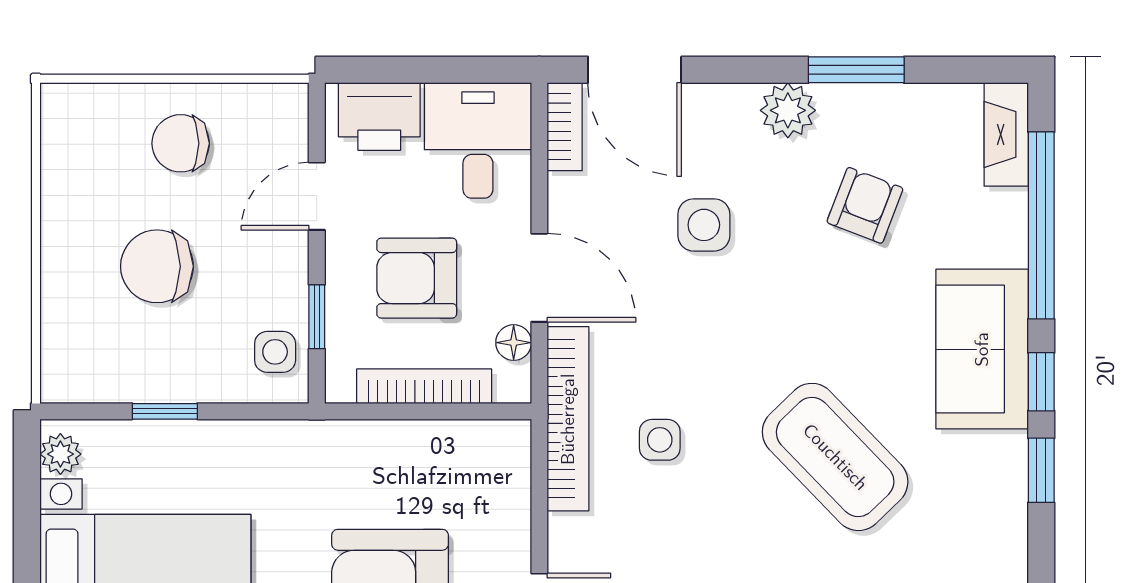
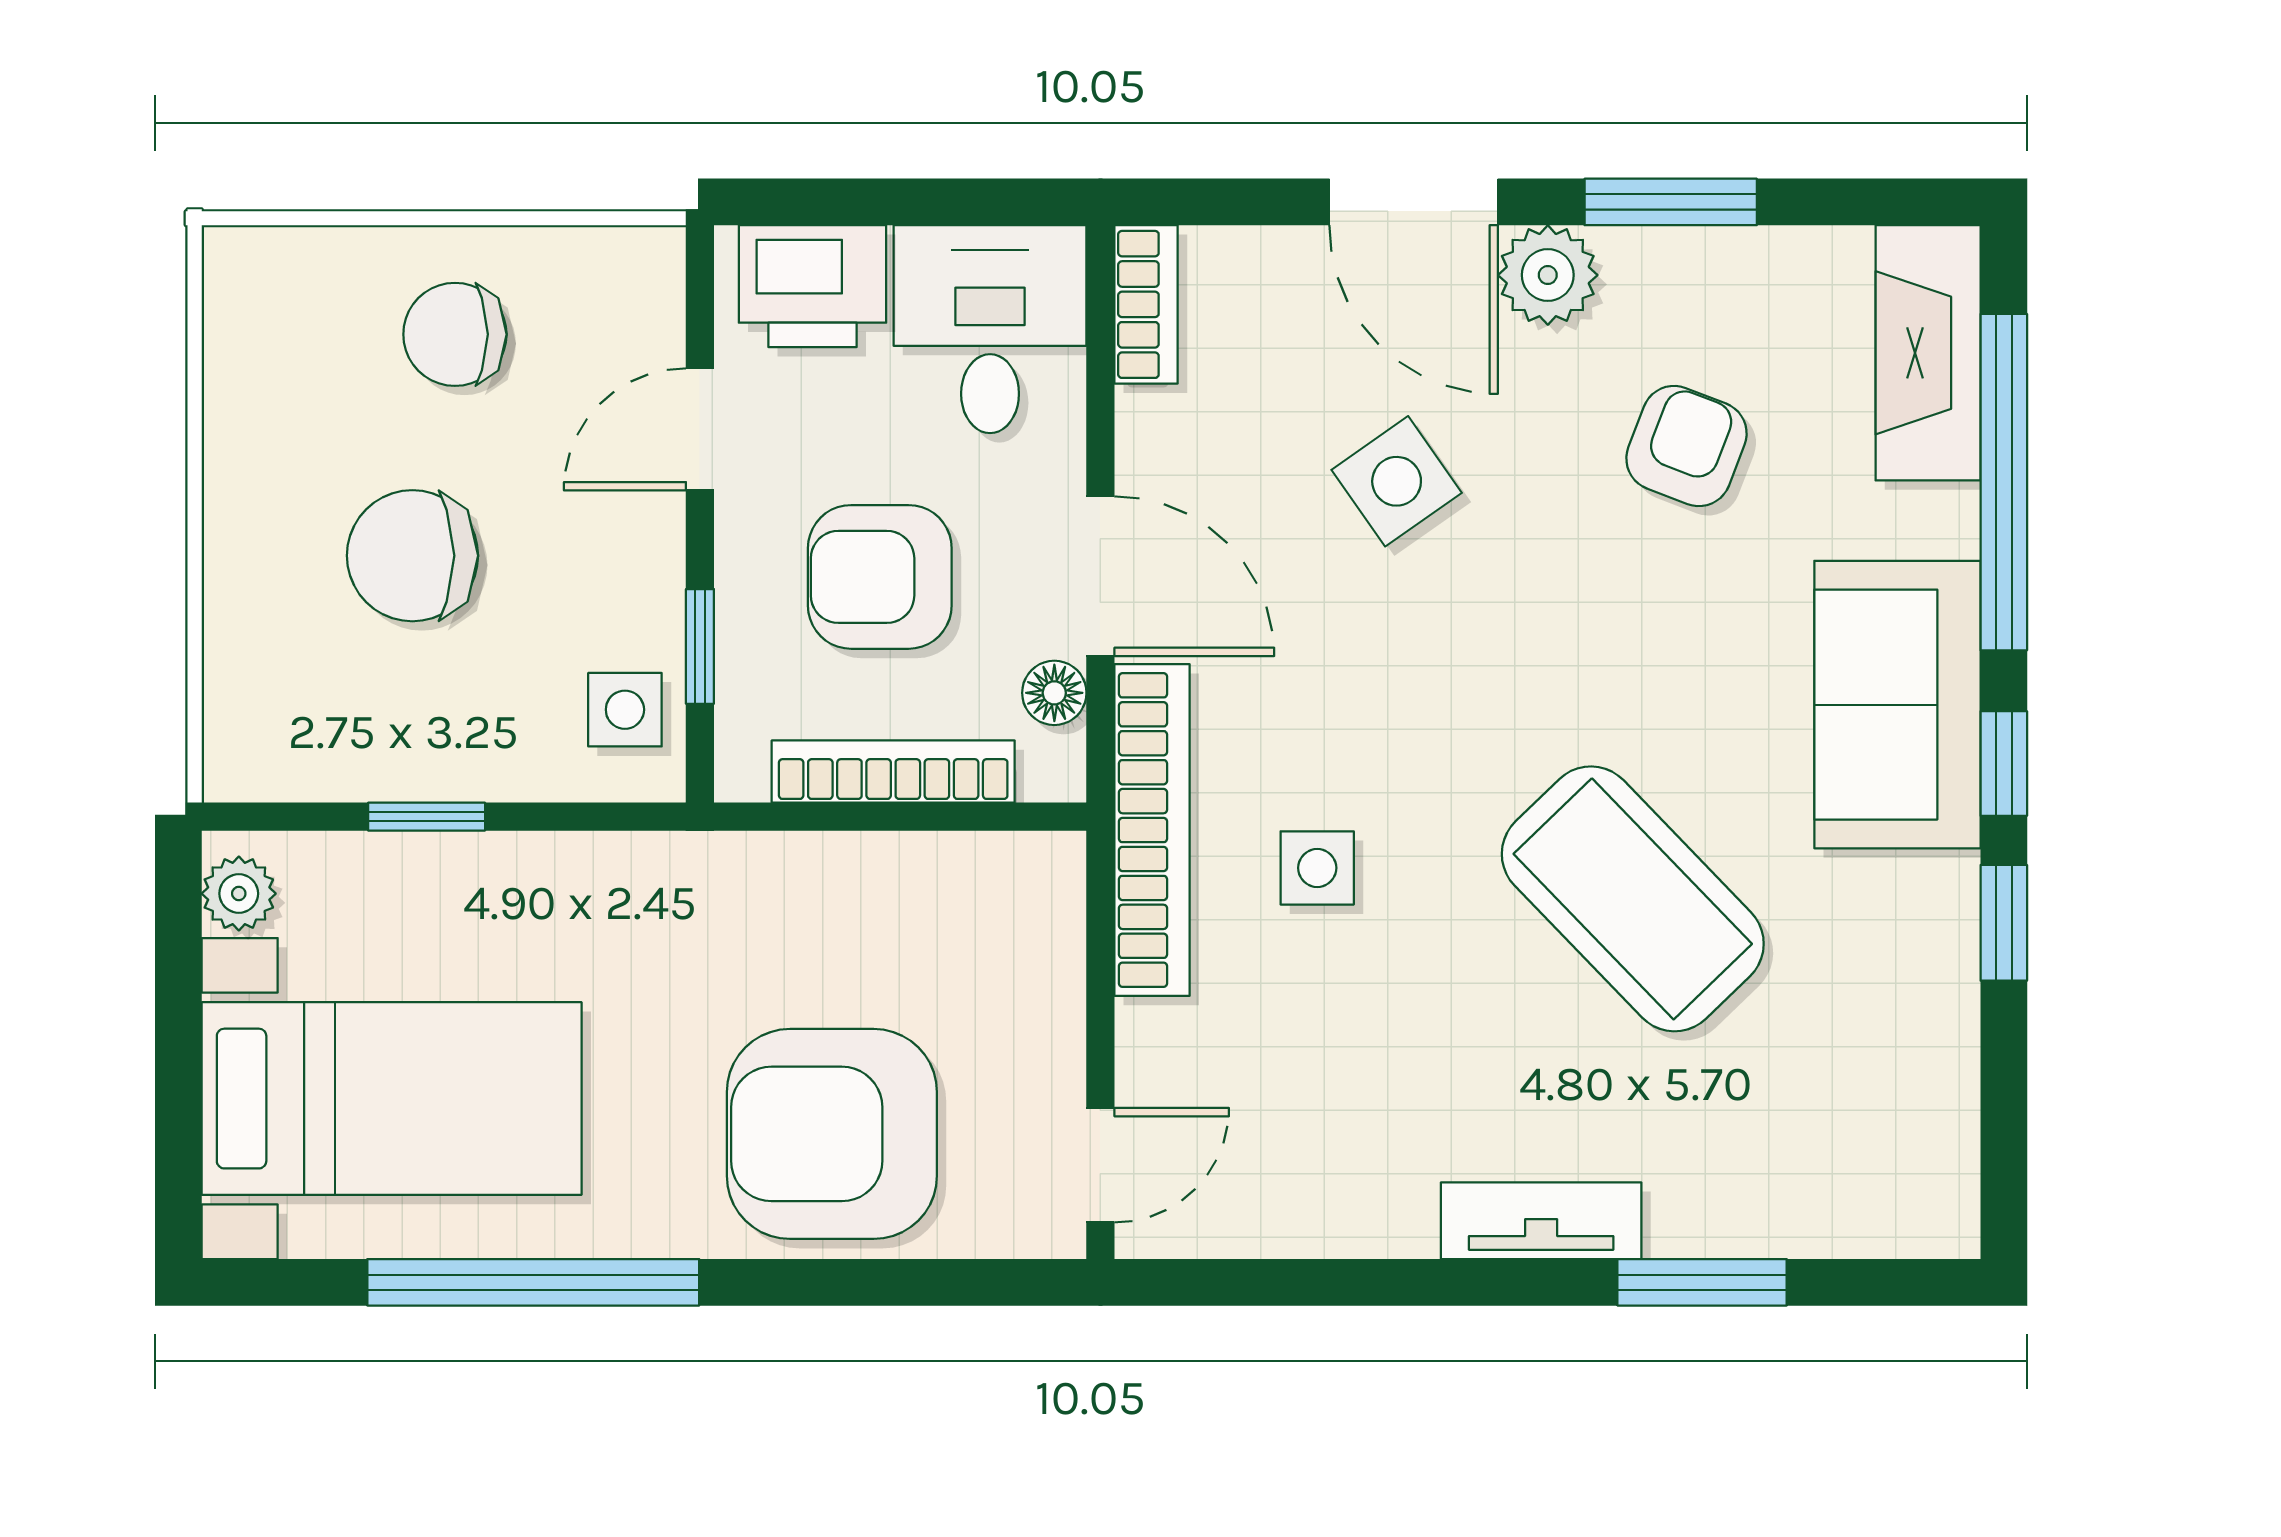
door: (635, 70) -> (1414, 202), moved
fireplace: (1006, 134) -> (1928, 353), width x1.37, depth x1.32
side table: (704, 225) -> (1397, 481), turned -35

